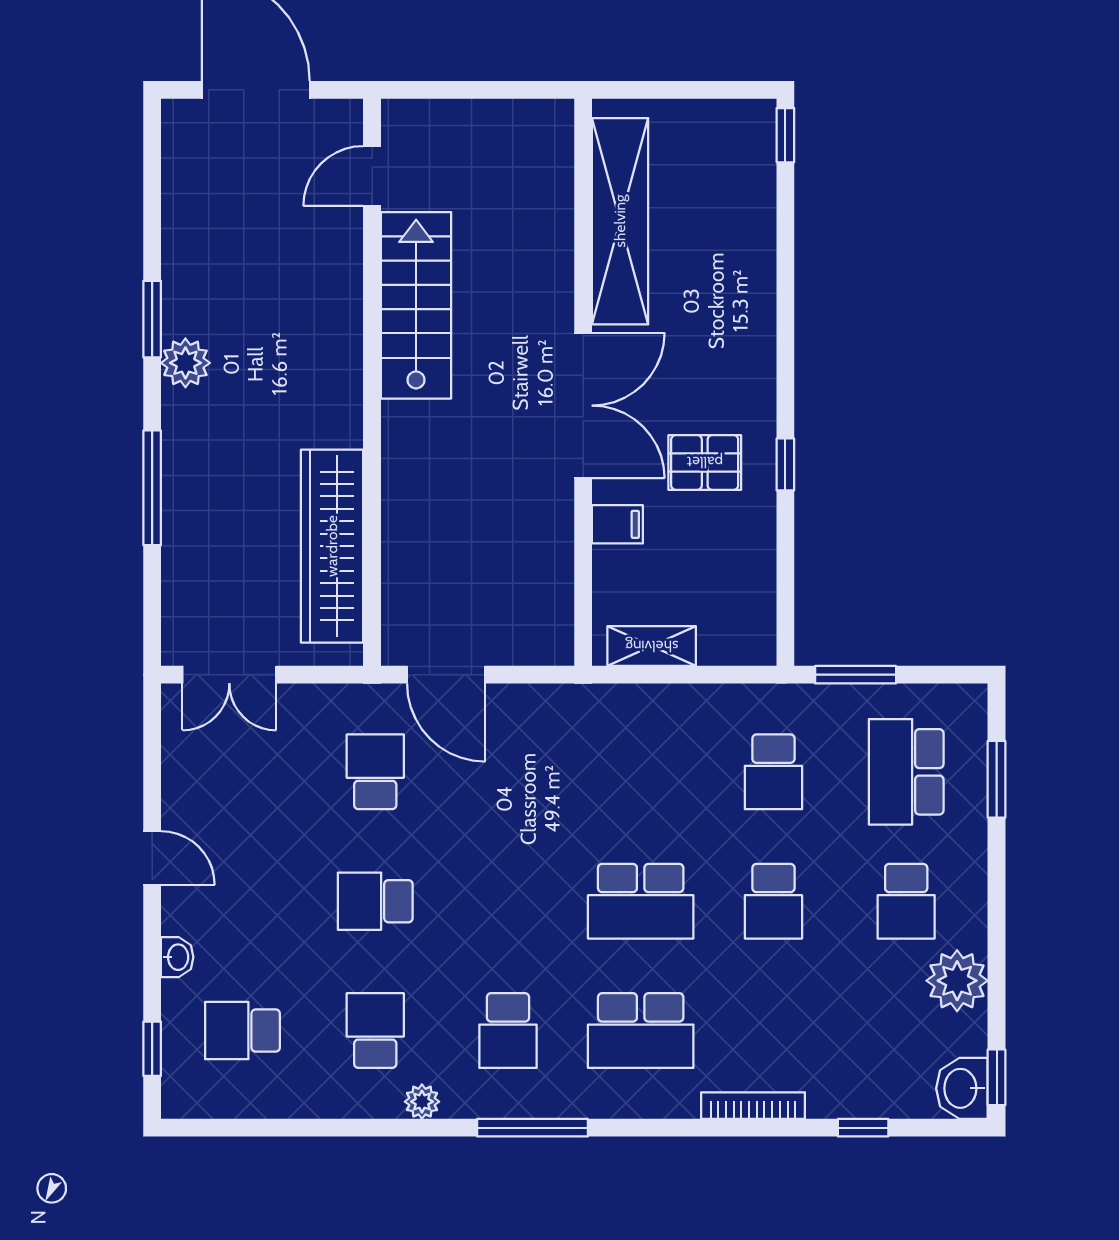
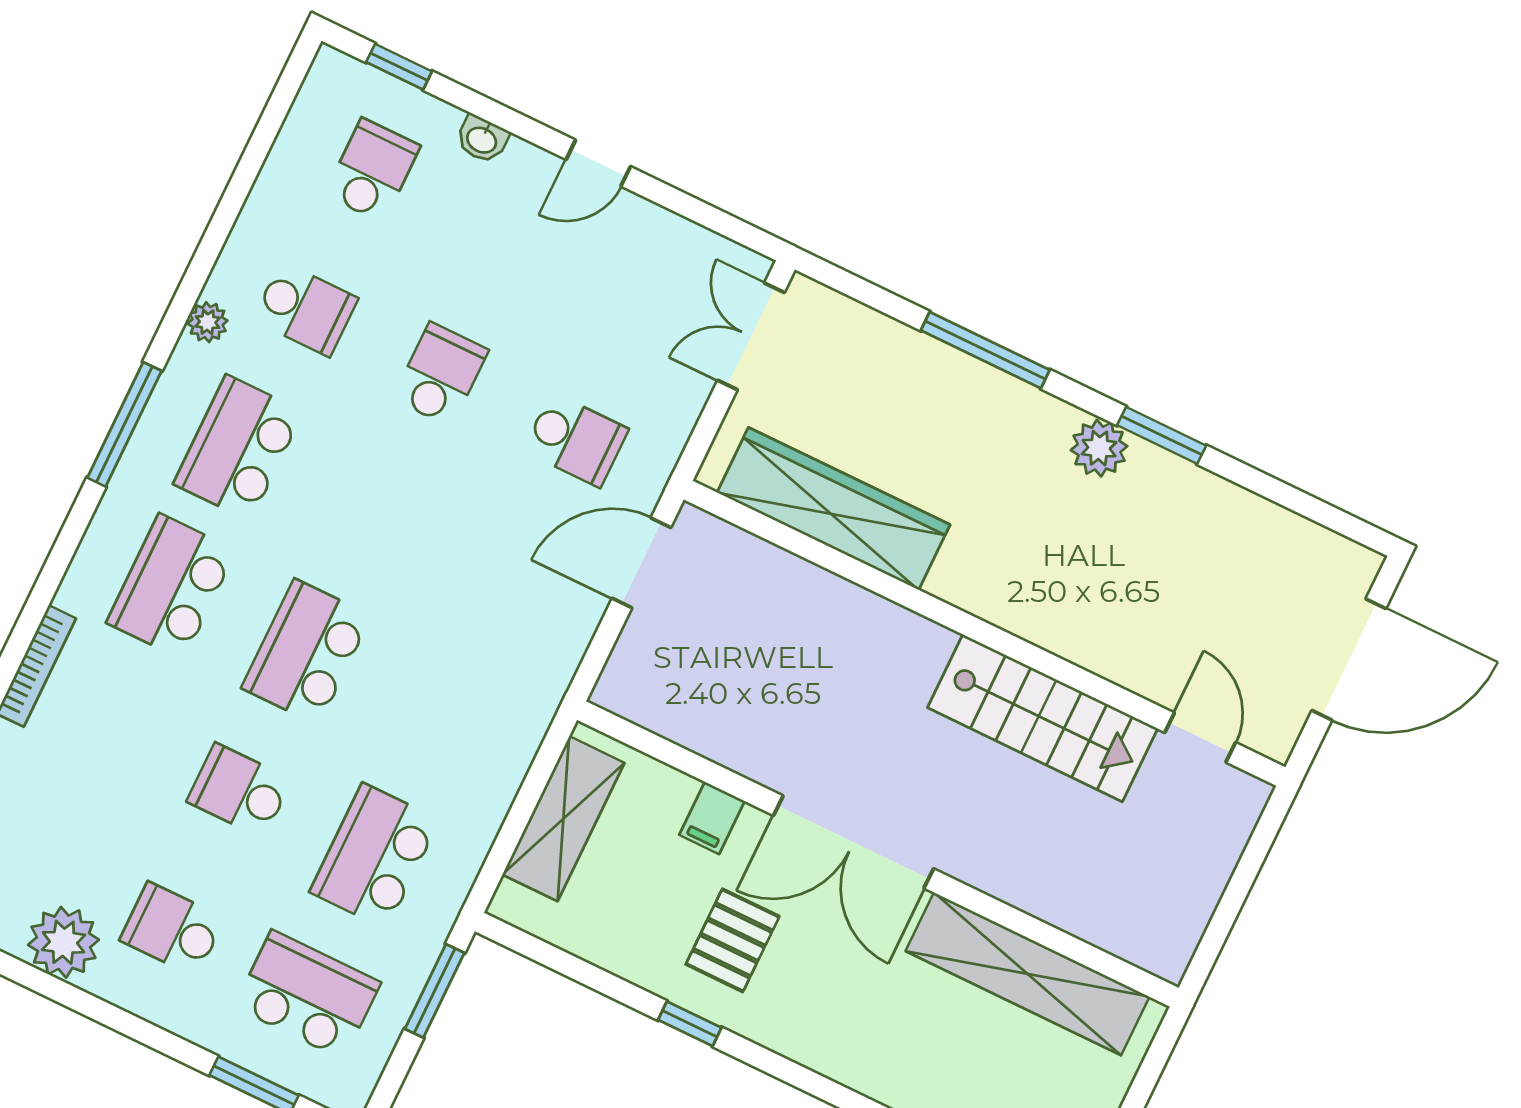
shelving: (652, 646) -> (563, 819), width x1.50, depth x1.33
school desk: (773, 772) -> (375, 856), width x1.85
school desk: (508, 1031) -> (238, 448), width x1.85

